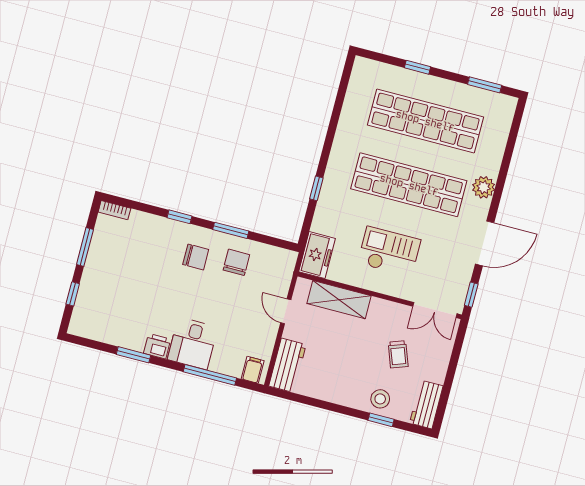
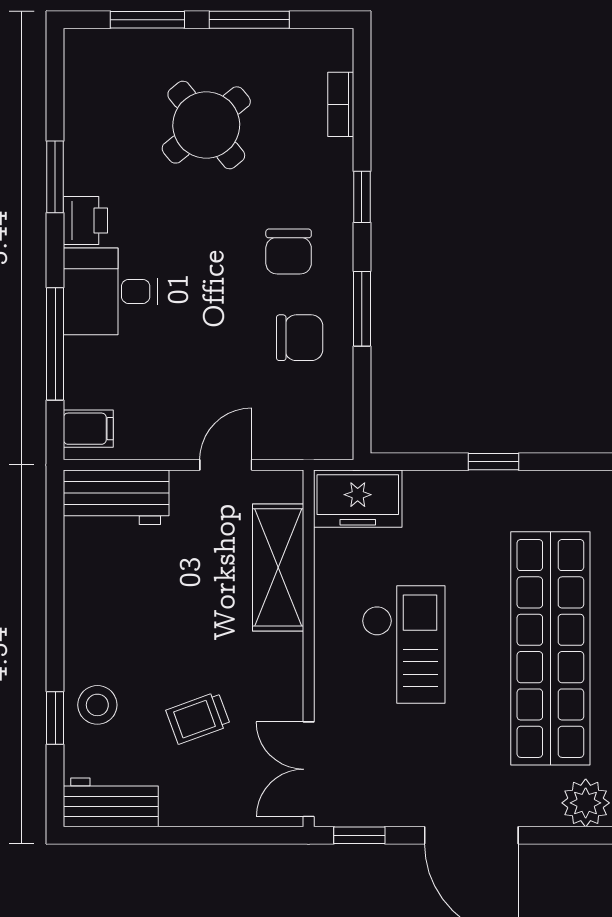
bookcase: (114, 210) -> (341, 104), moved
round table: (128, 279) -> (206, 125), added
window: (73, 294) -> (147, 20), width x1.50

